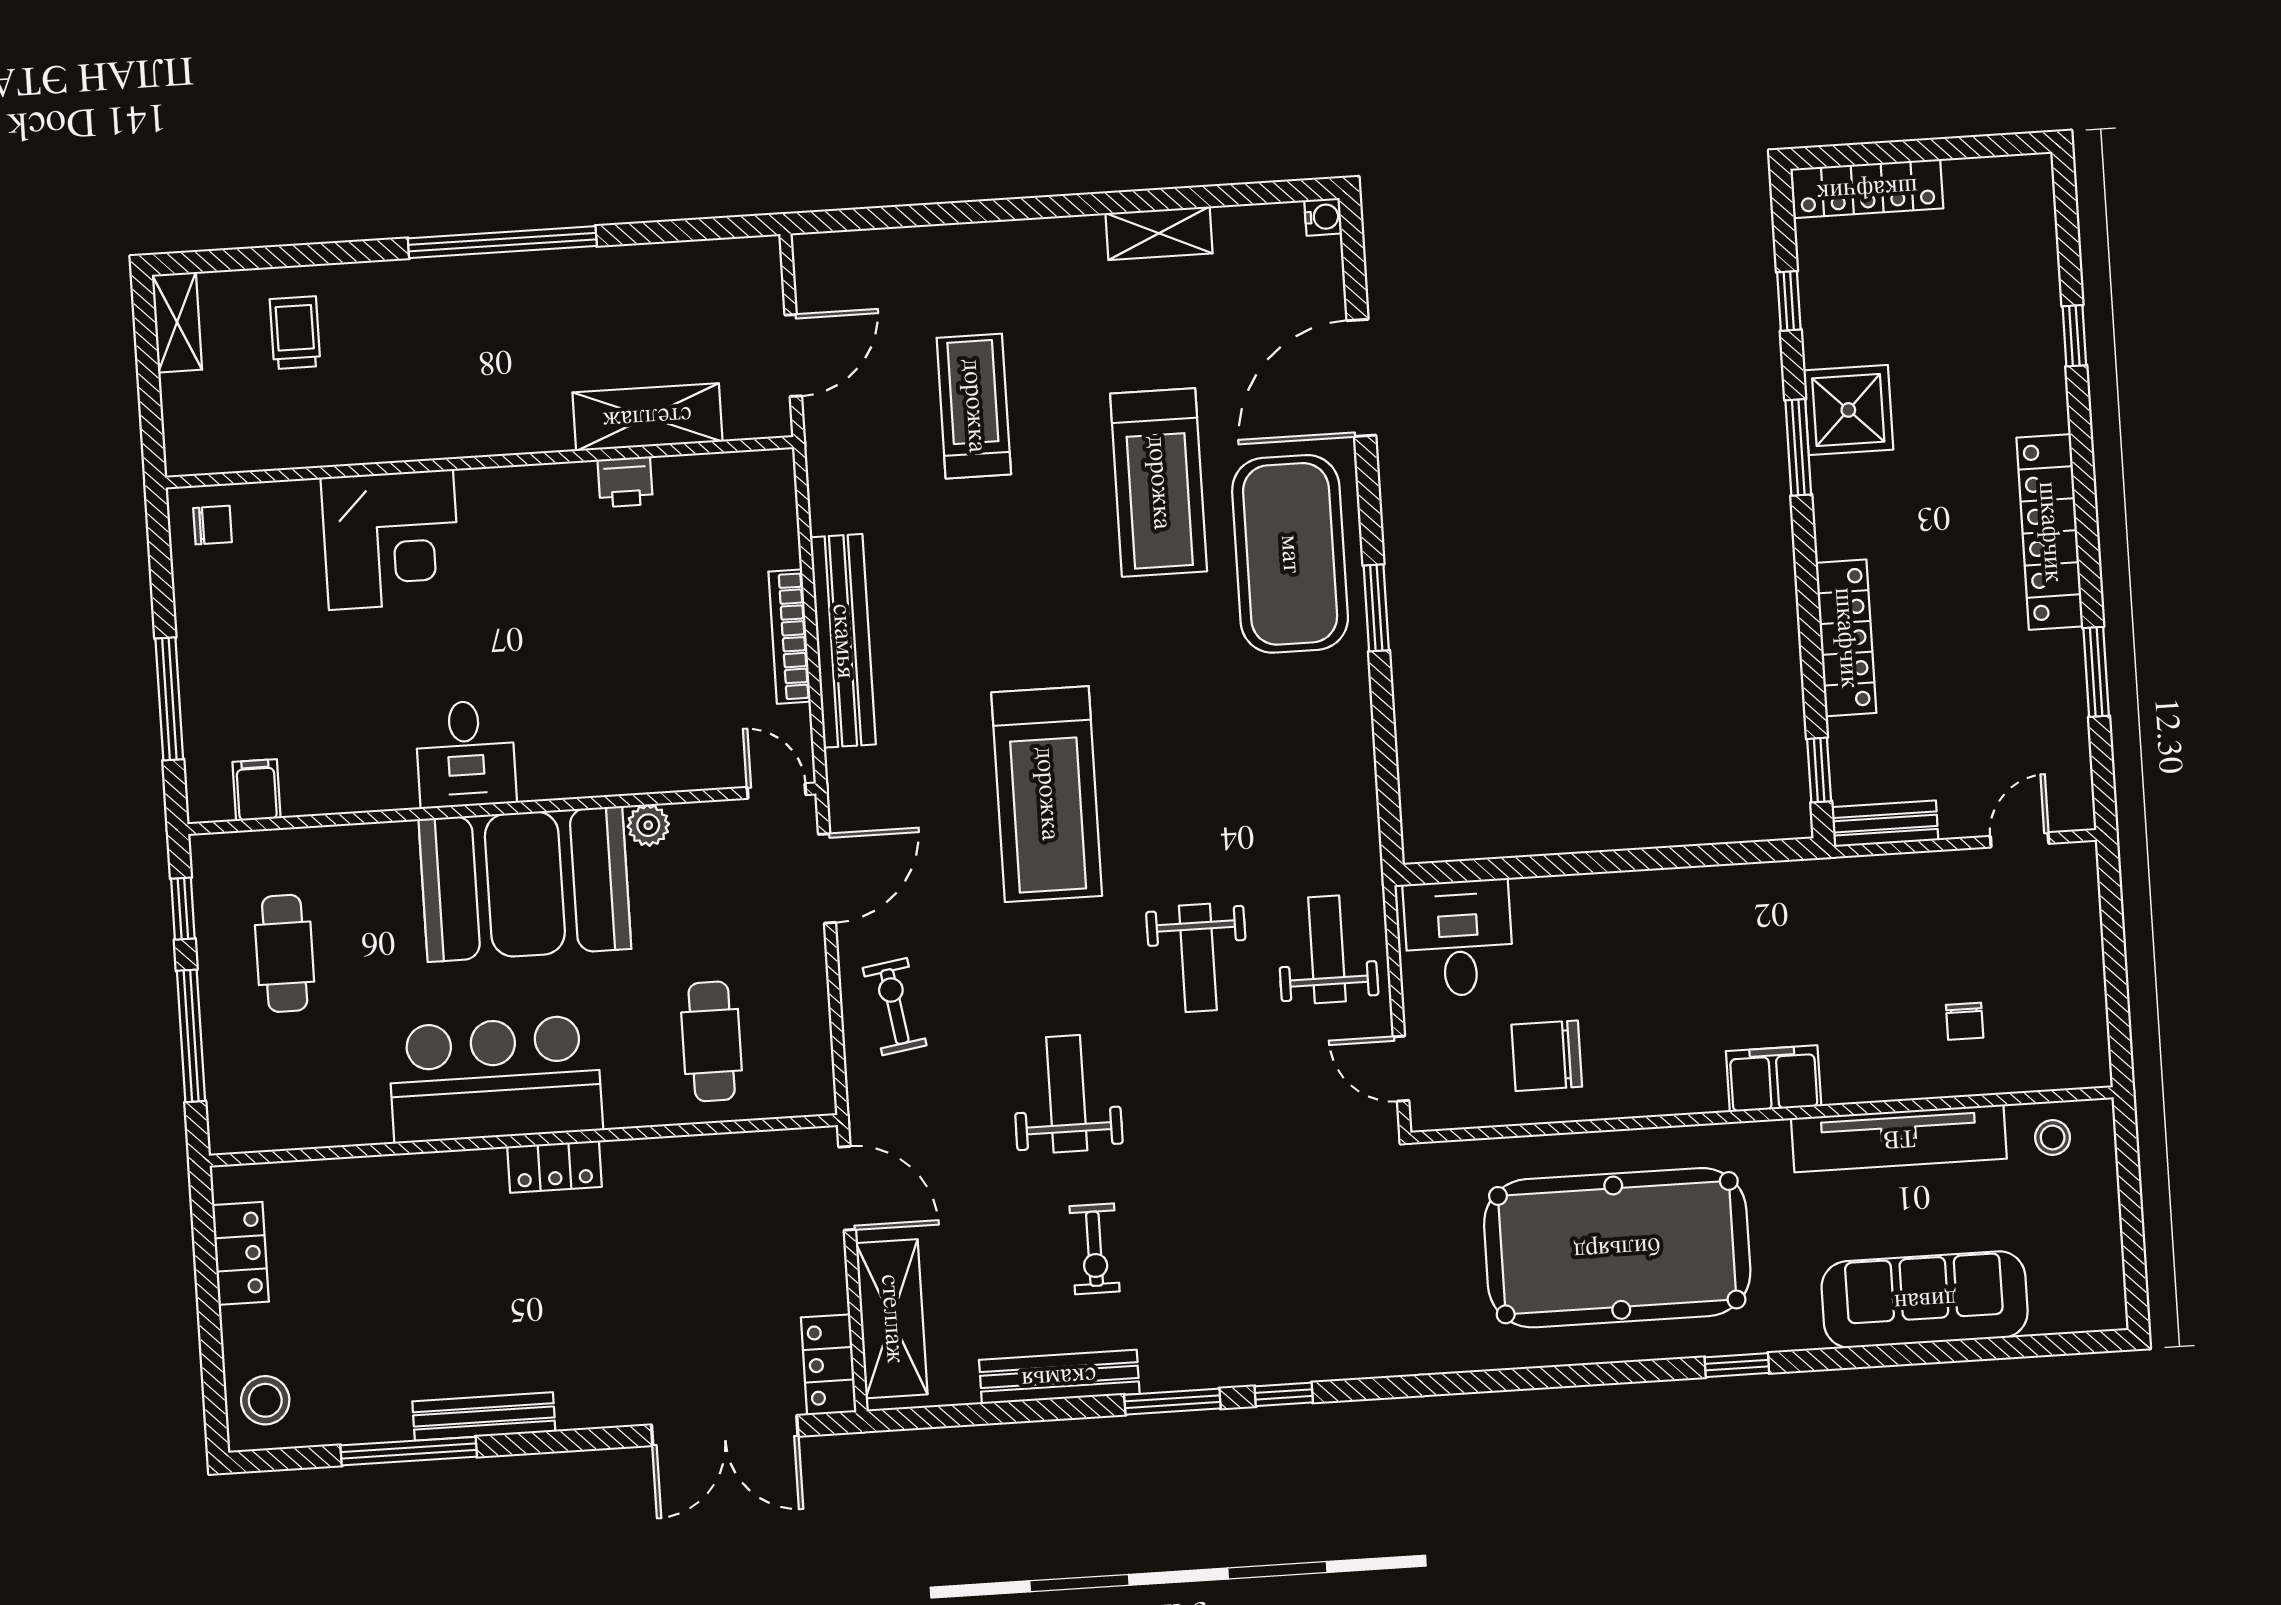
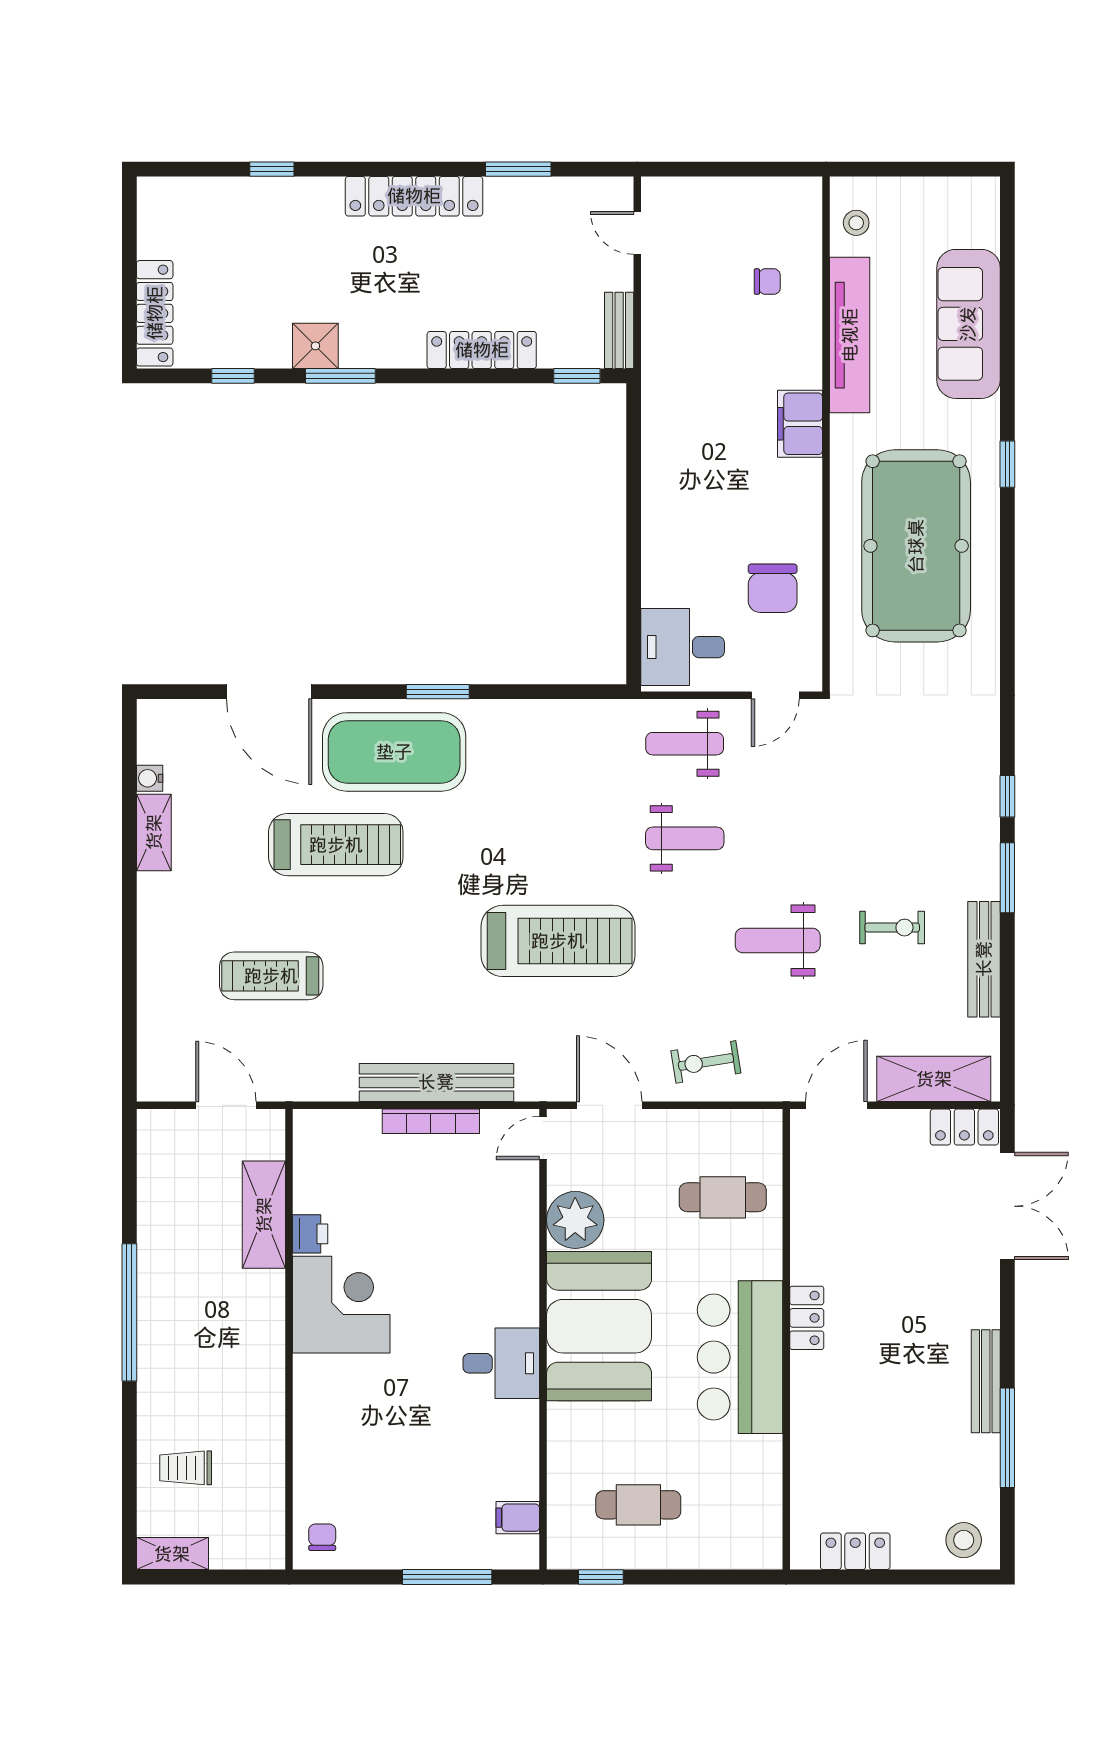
water cooler: (1323, 217) -> (150, 778), moved, turned -90
shower: (1848, 410) -> (315, 346), width x0.73, depth x0.73
corner desk: (391, 540) -> (341, 1305), moved
plant: (648, 825) -> (575, 1220), width x1.88, depth x1.88
window: (191, 1036) -> (694, 1577), removed

